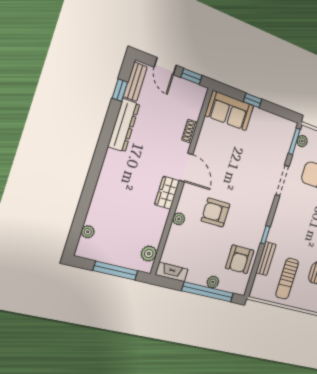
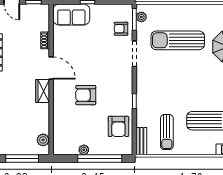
armchair: (277, 147) -> (121, 29), added
plant: (179, 219) -> (58, 108), removed
bench: (266, 259) -> (141, 141), moved
fireplace: (172, 272) -> (65, 150), removed
plant: (213, 282) -> (84, 150), moved

